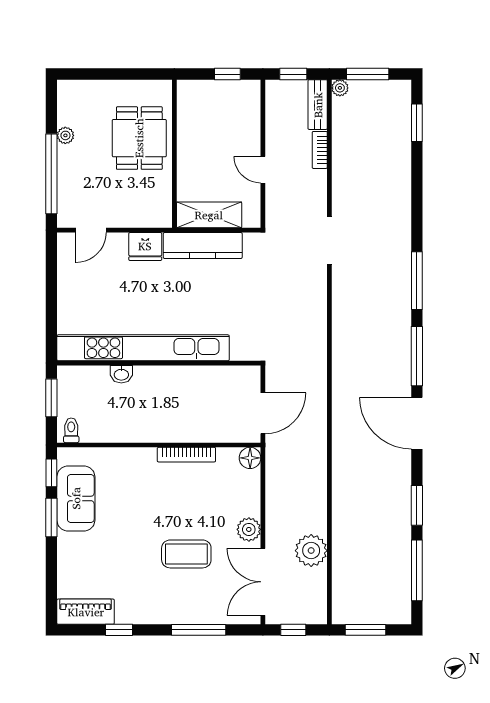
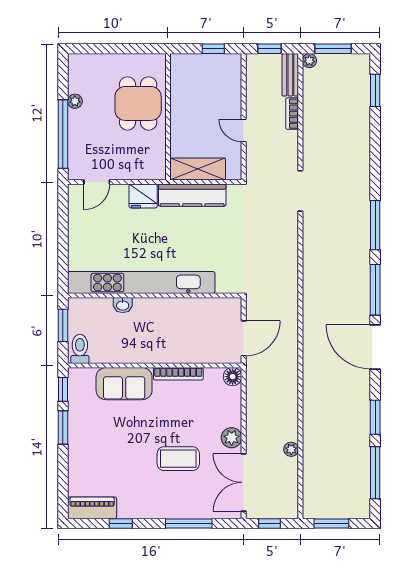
toilet: (71, 430) -> (80, 349), width x1.37, depth x1.39
sofa: (76, 498) -> (124, 384), moved, turned 90
plant: (311, 551) -> (291, 449), width x0.53, depth x0.53

